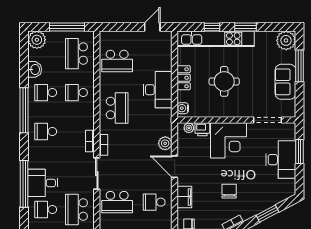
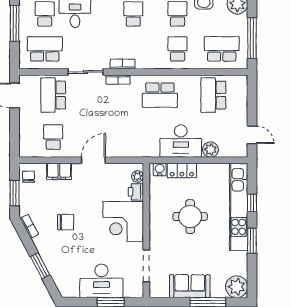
locker: (184, 78) -> (182, 170), moved
plant: (165, 143) -> (210, 150), moved

